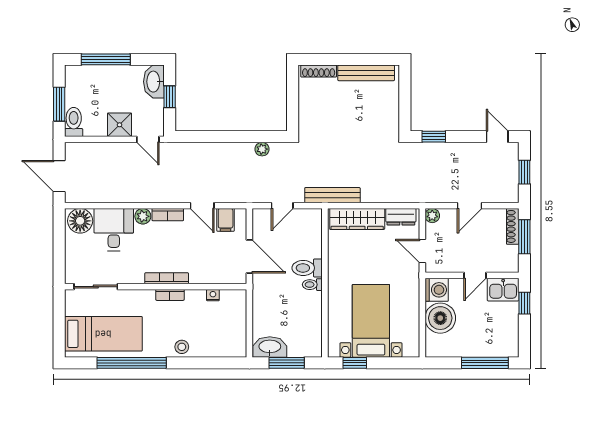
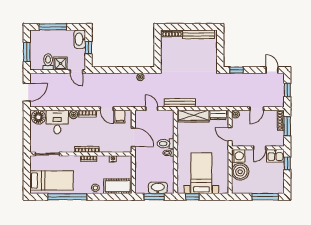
toilet: (74, 122) -> (48, 62), moved
door: (59, 176) -> (27, 92), swing flipped
door: (282, 206) -> (152, 109), swing flipped
cot: (222, 344) -> (118, 186), added
washbasin: (270, 347) -> (158, 188), moved

